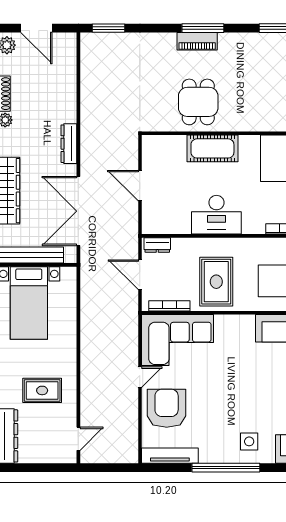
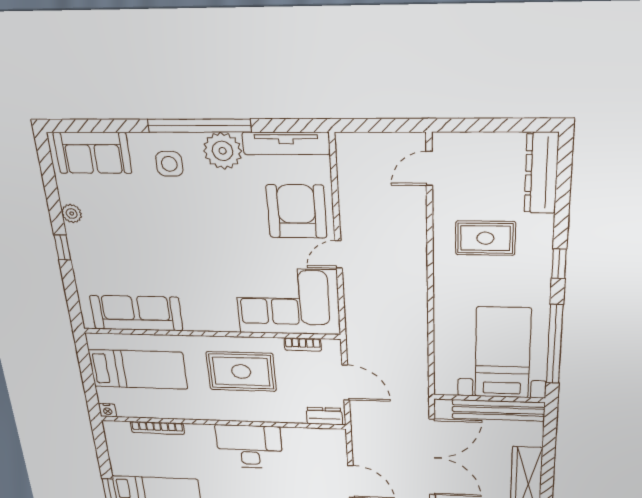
rug: (216, 282) -> (241, 372), turned 90
bookcase: (169, 306) -> (303, 344), width x0.64
armchair: (167, 408) -> (296, 211), turned 180
plant: (212, 450) -> (223, 151), added

